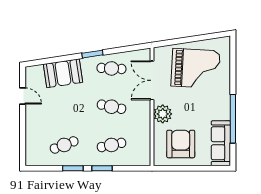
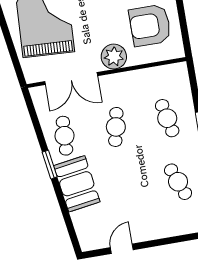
booth: (63, 73) -> (77, 184), moved

